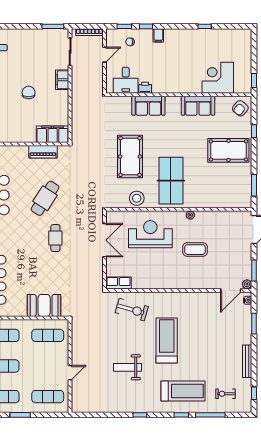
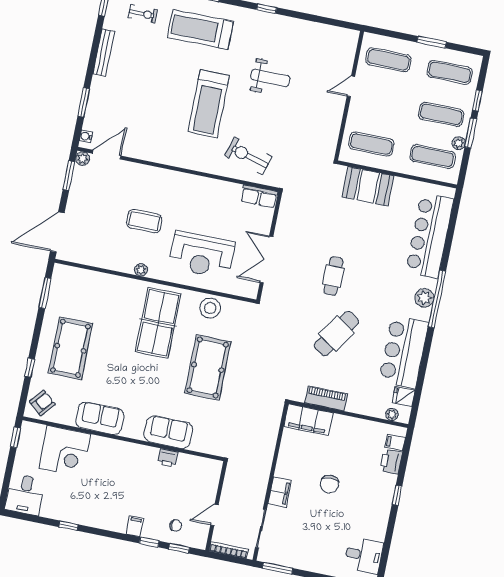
desk: (126, 80) -> (25, 495), moved, turned 180
pool table: (228, 150) -> (70, 348), turned 90

